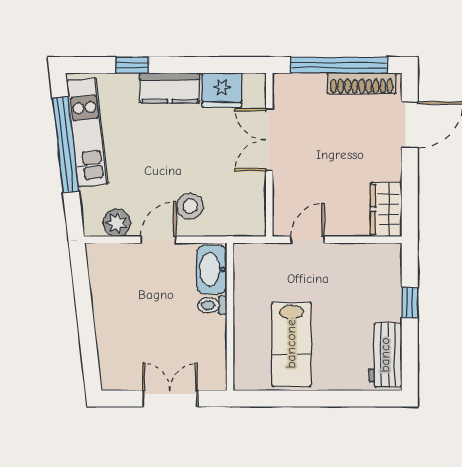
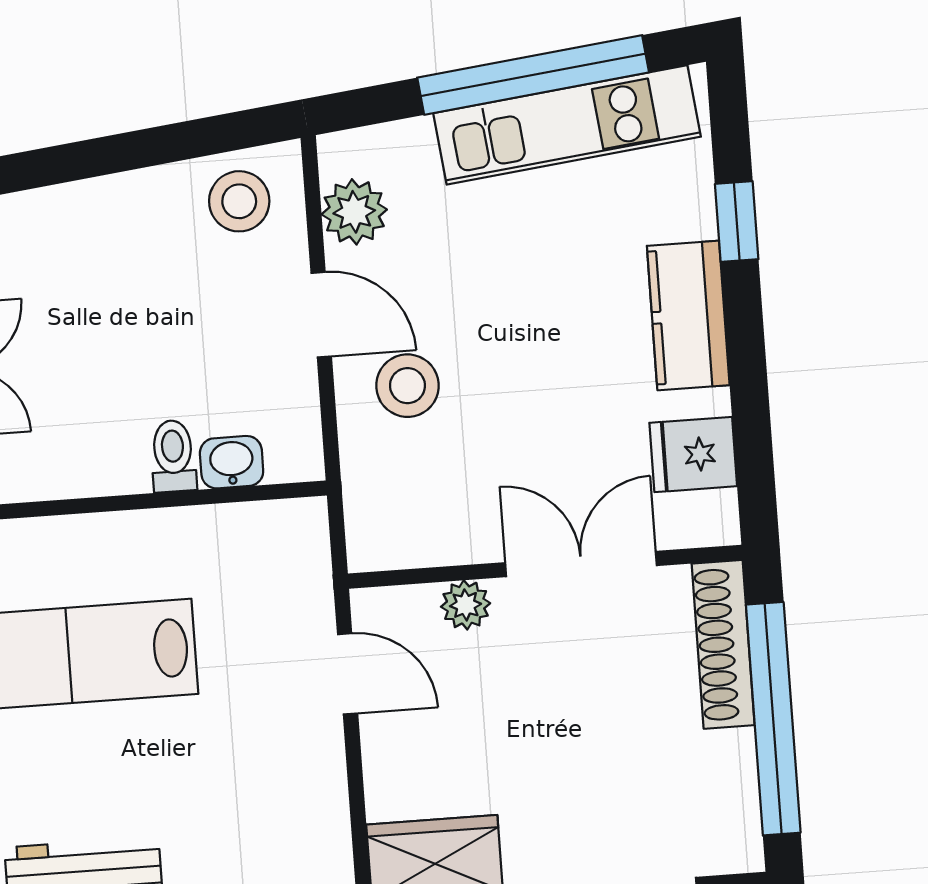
shoe rack: (362, 84) -> (723, 644), moved
fridge: (222, 90) -> (693, 454), width x0.72
plant: (283, 189) -> (466, 605), added
washbasin: (212, 269) -> (232, 462), width x0.52, depth x0.69
stool: (109, 270) -> (239, 201), added

